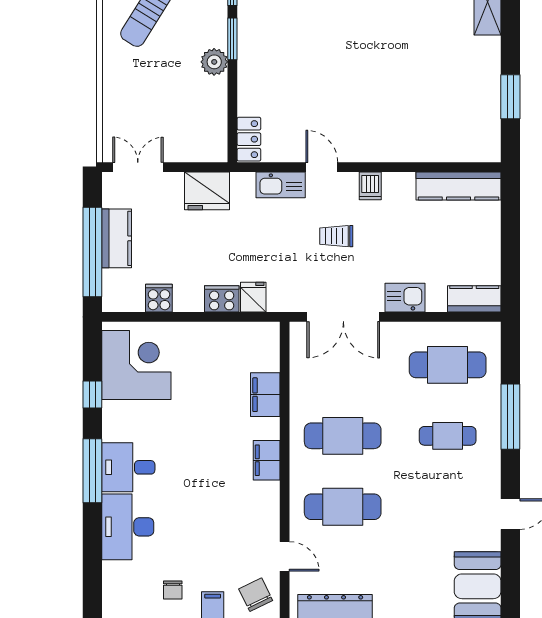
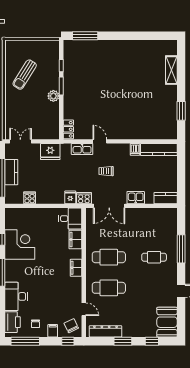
dishwasher: (370, 186) -> (135, 149), moved
cooker: (222, 299) -> (84, 198), moved
corner desk: (136, 365) -> (20, 244), moved
cafe table: (448, 365) -> (154, 227), removed
desk: (128, 467) -> (70, 219), moved, turned 180
printer: (119, 586) -> (12, 322), added

